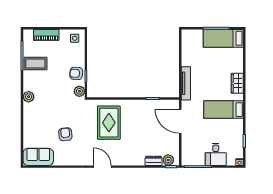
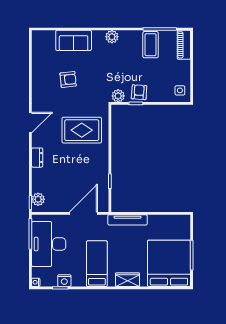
piano: (46, 35) -> (184, 45), moved
bed: (223, 38) -> (169, 263), width x2.04
nightstand: (238, 138) -> (64, 281), added
desk: (216, 154) -> (49, 244), width x1.87, depth x1.30
sofa: (38, 157) -> (74, 40), moved, turned 90
dresser: (153, 161) -> (37, 158), moved

